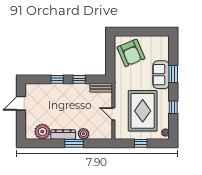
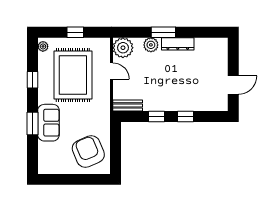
plant: (42, 132) -> (123, 48), moved

